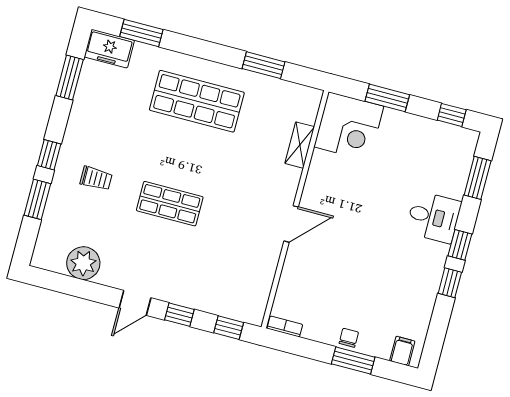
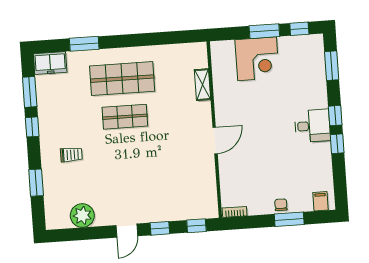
window: (141, 33) -> (84, 44), moved
window: (263, 65) -> (159, 39), removed
window: (387, 98) -> (264, 31), moved
corner desk: (349, 127) -> (257, 59), moved
window: (49, 155) -> (32, 127), moved
shop shelf: (170, 204) -> (125, 117), moved
desk: (434, 217) -> (312, 126), moved

